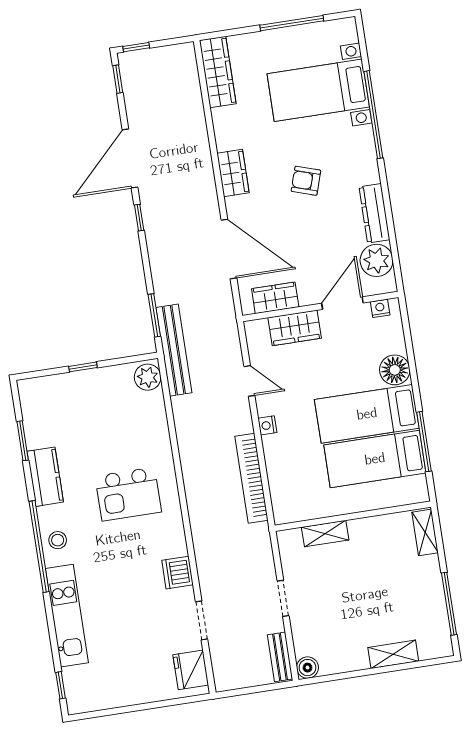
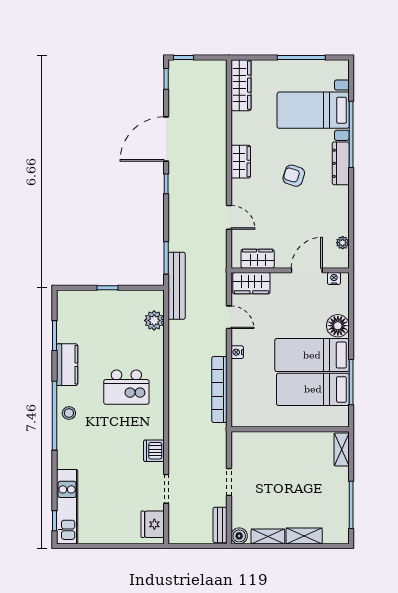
dresser: (374, 213) -> (341, 163), moved
door: (229, 249) -> (229, 217), width x0.53
plant: (377, 260) -> (343, 243), width x0.53, depth x0.53
wardrobe: (295, 328) -> (251, 283), moved
plant: (148, 377) -> (154, 320), moved
shelving: (325, 534) -> (268, 536), moved
kitchen unit: (67, 616) -> (67, 507), moved

